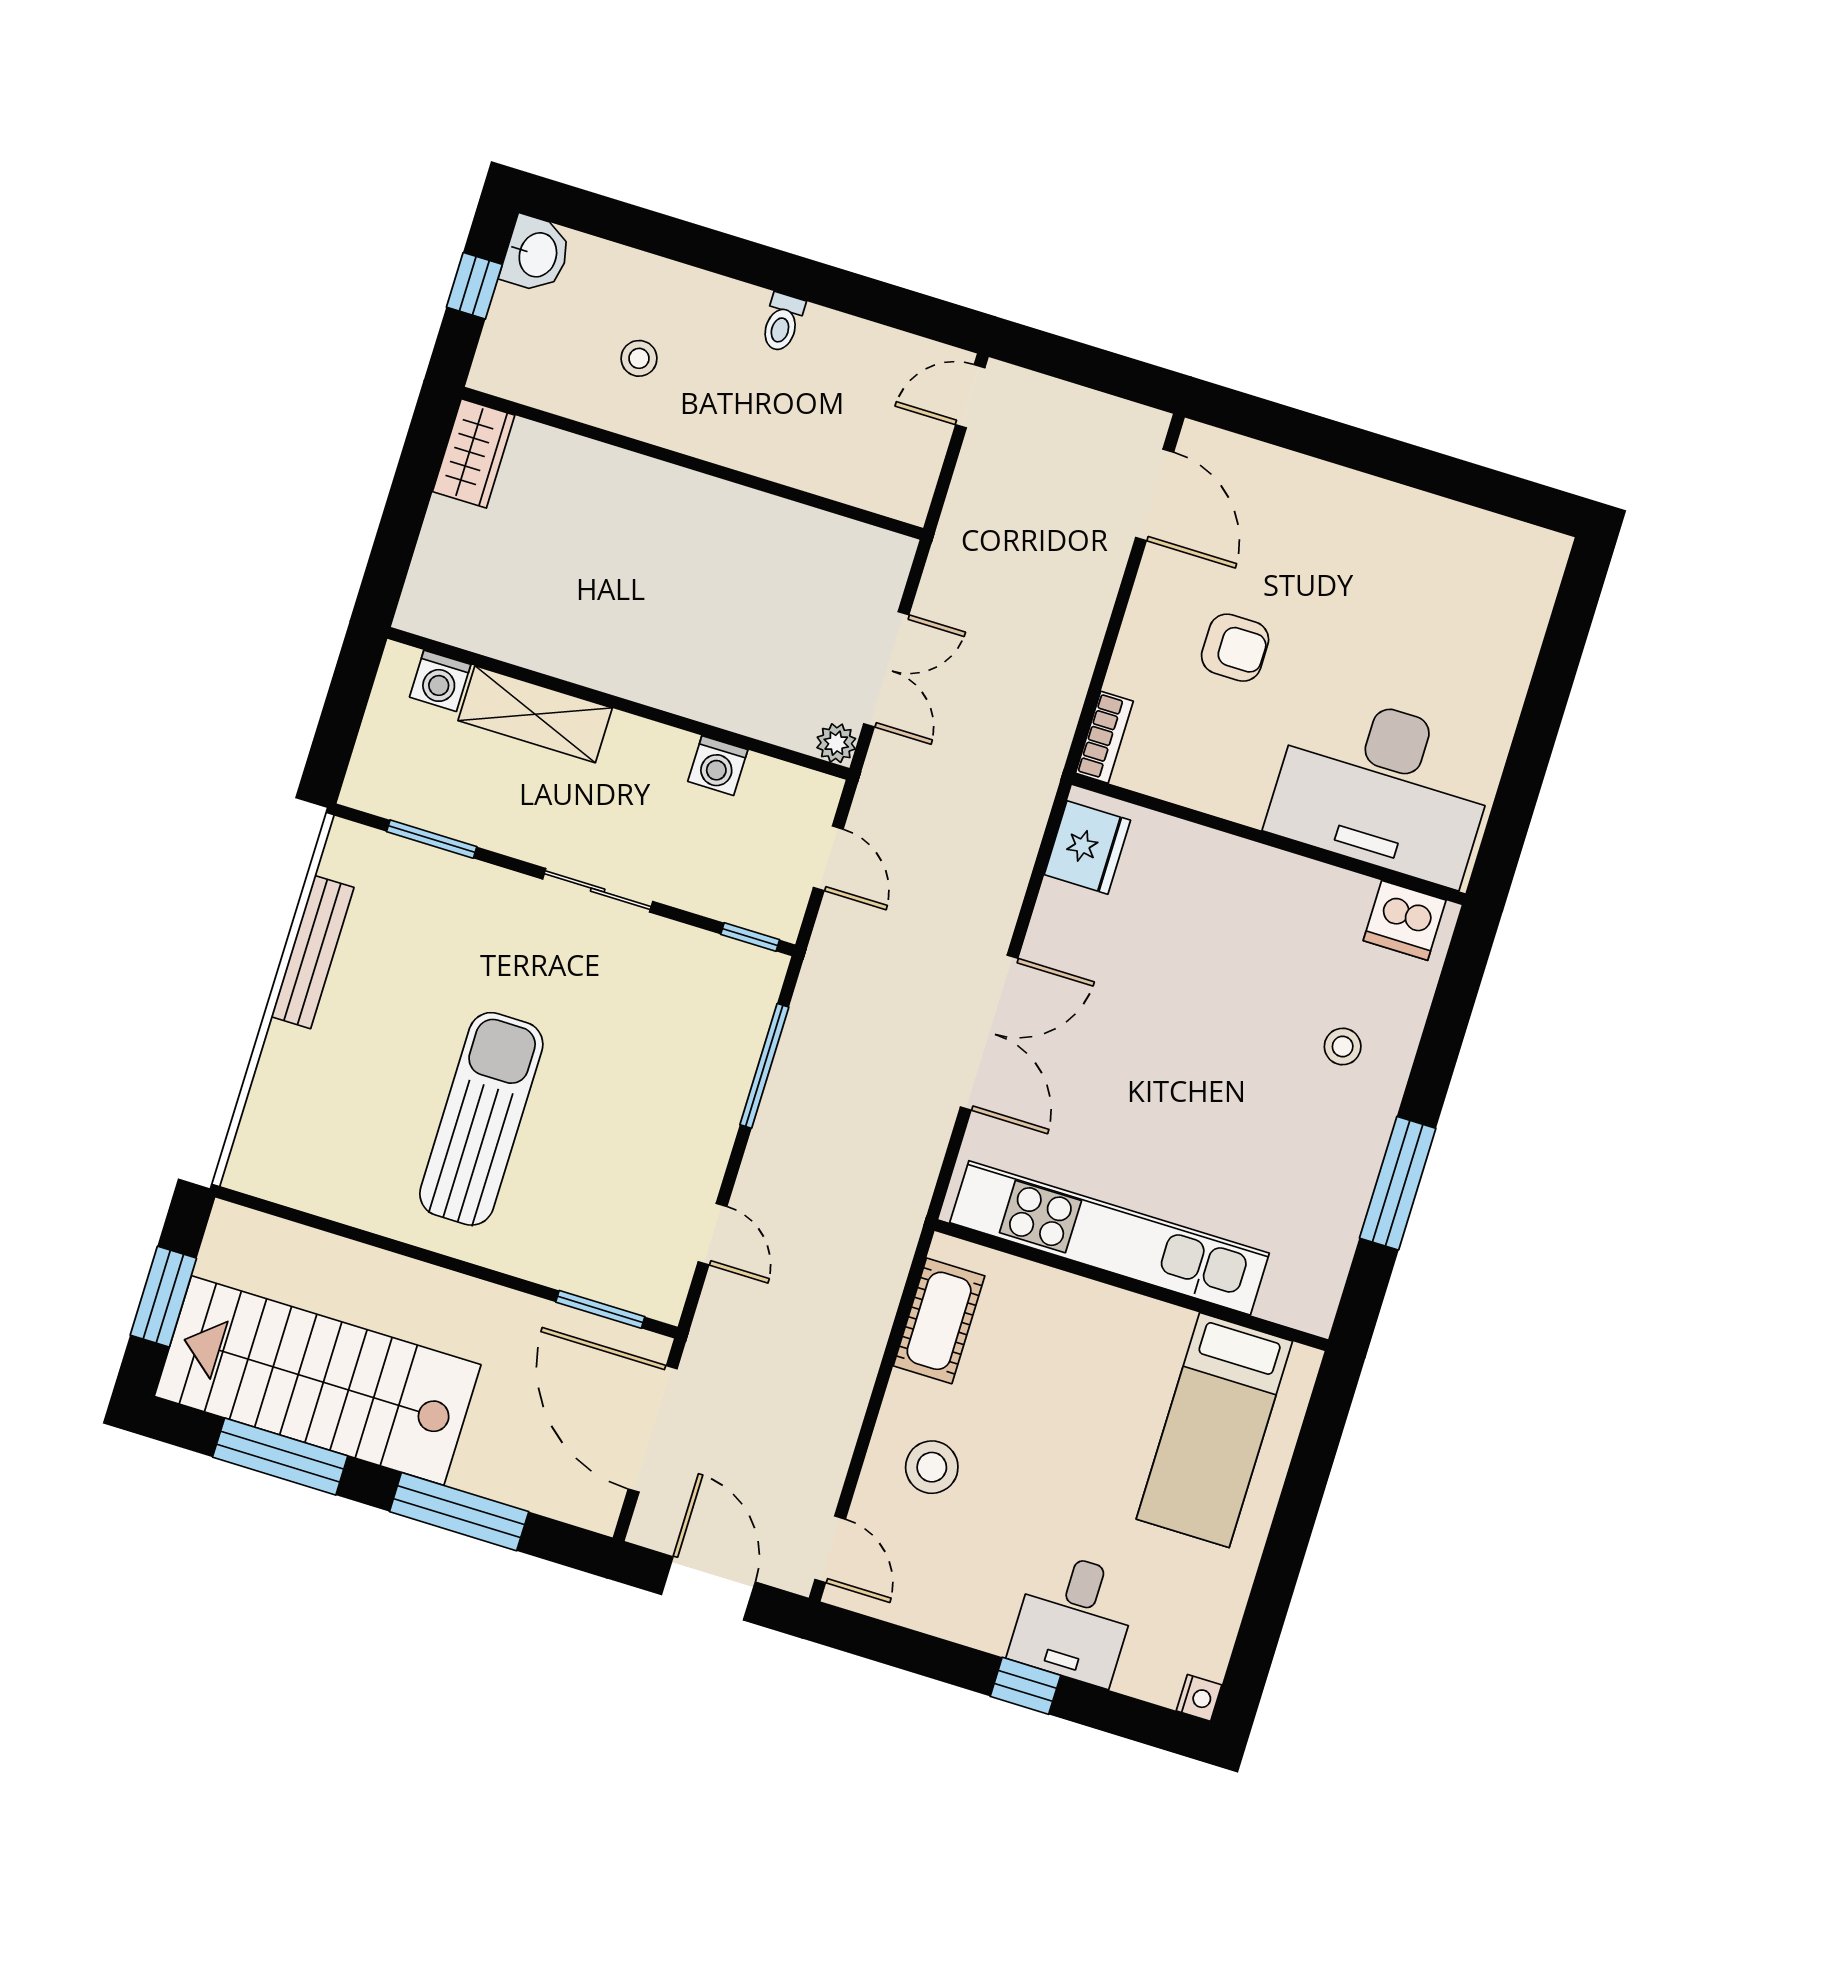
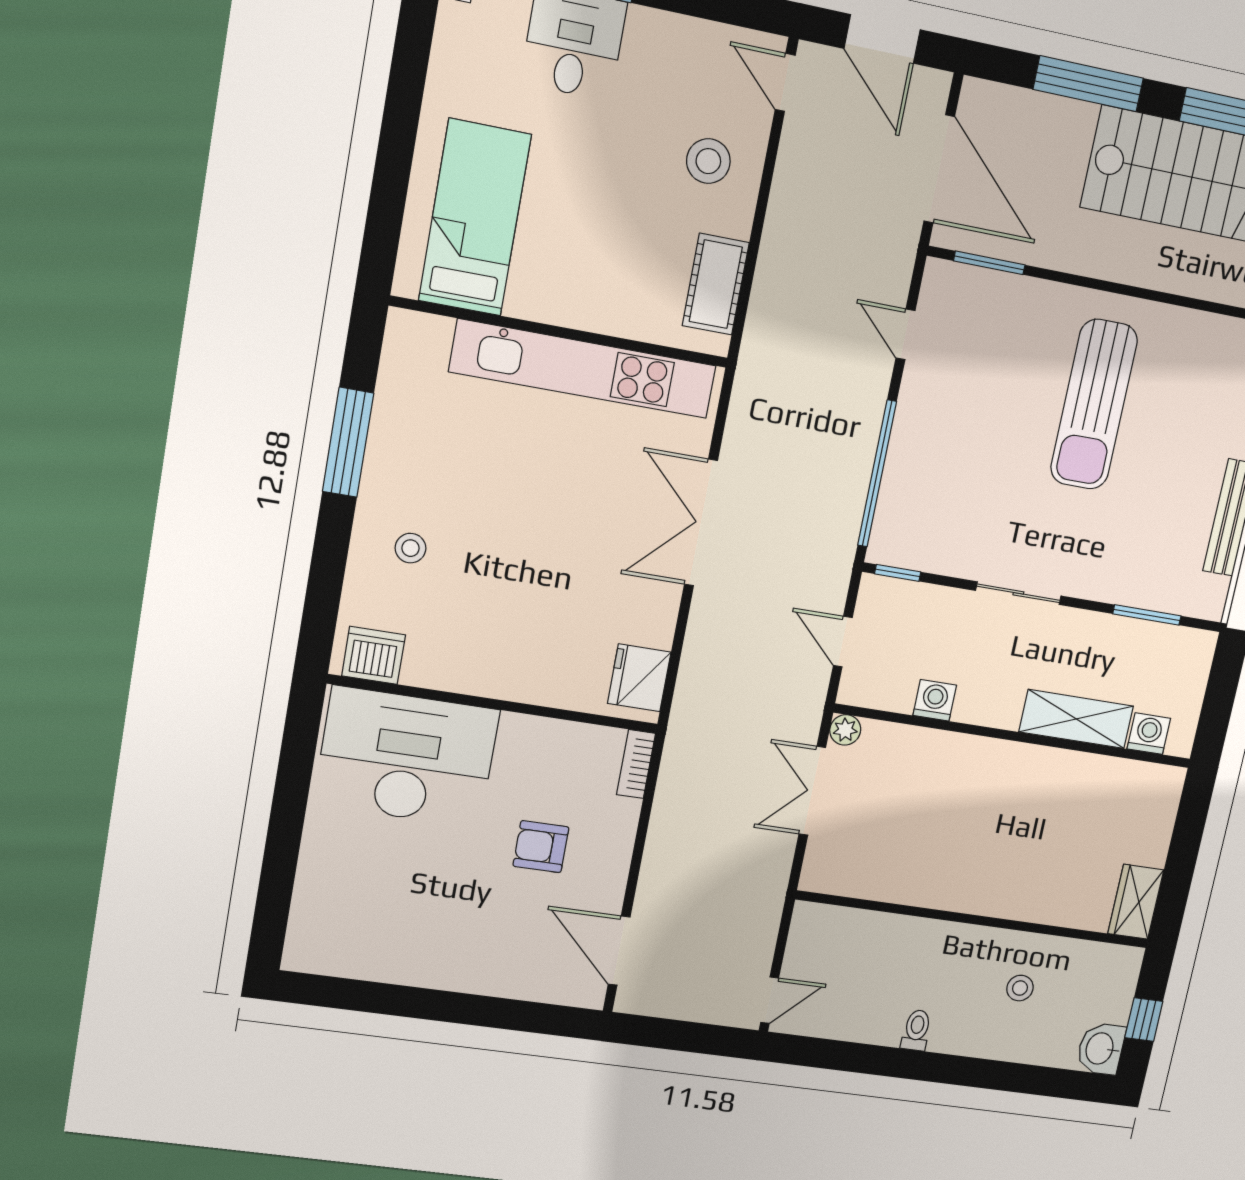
window: (764, 1066) -> (877, 474), width x1.46

